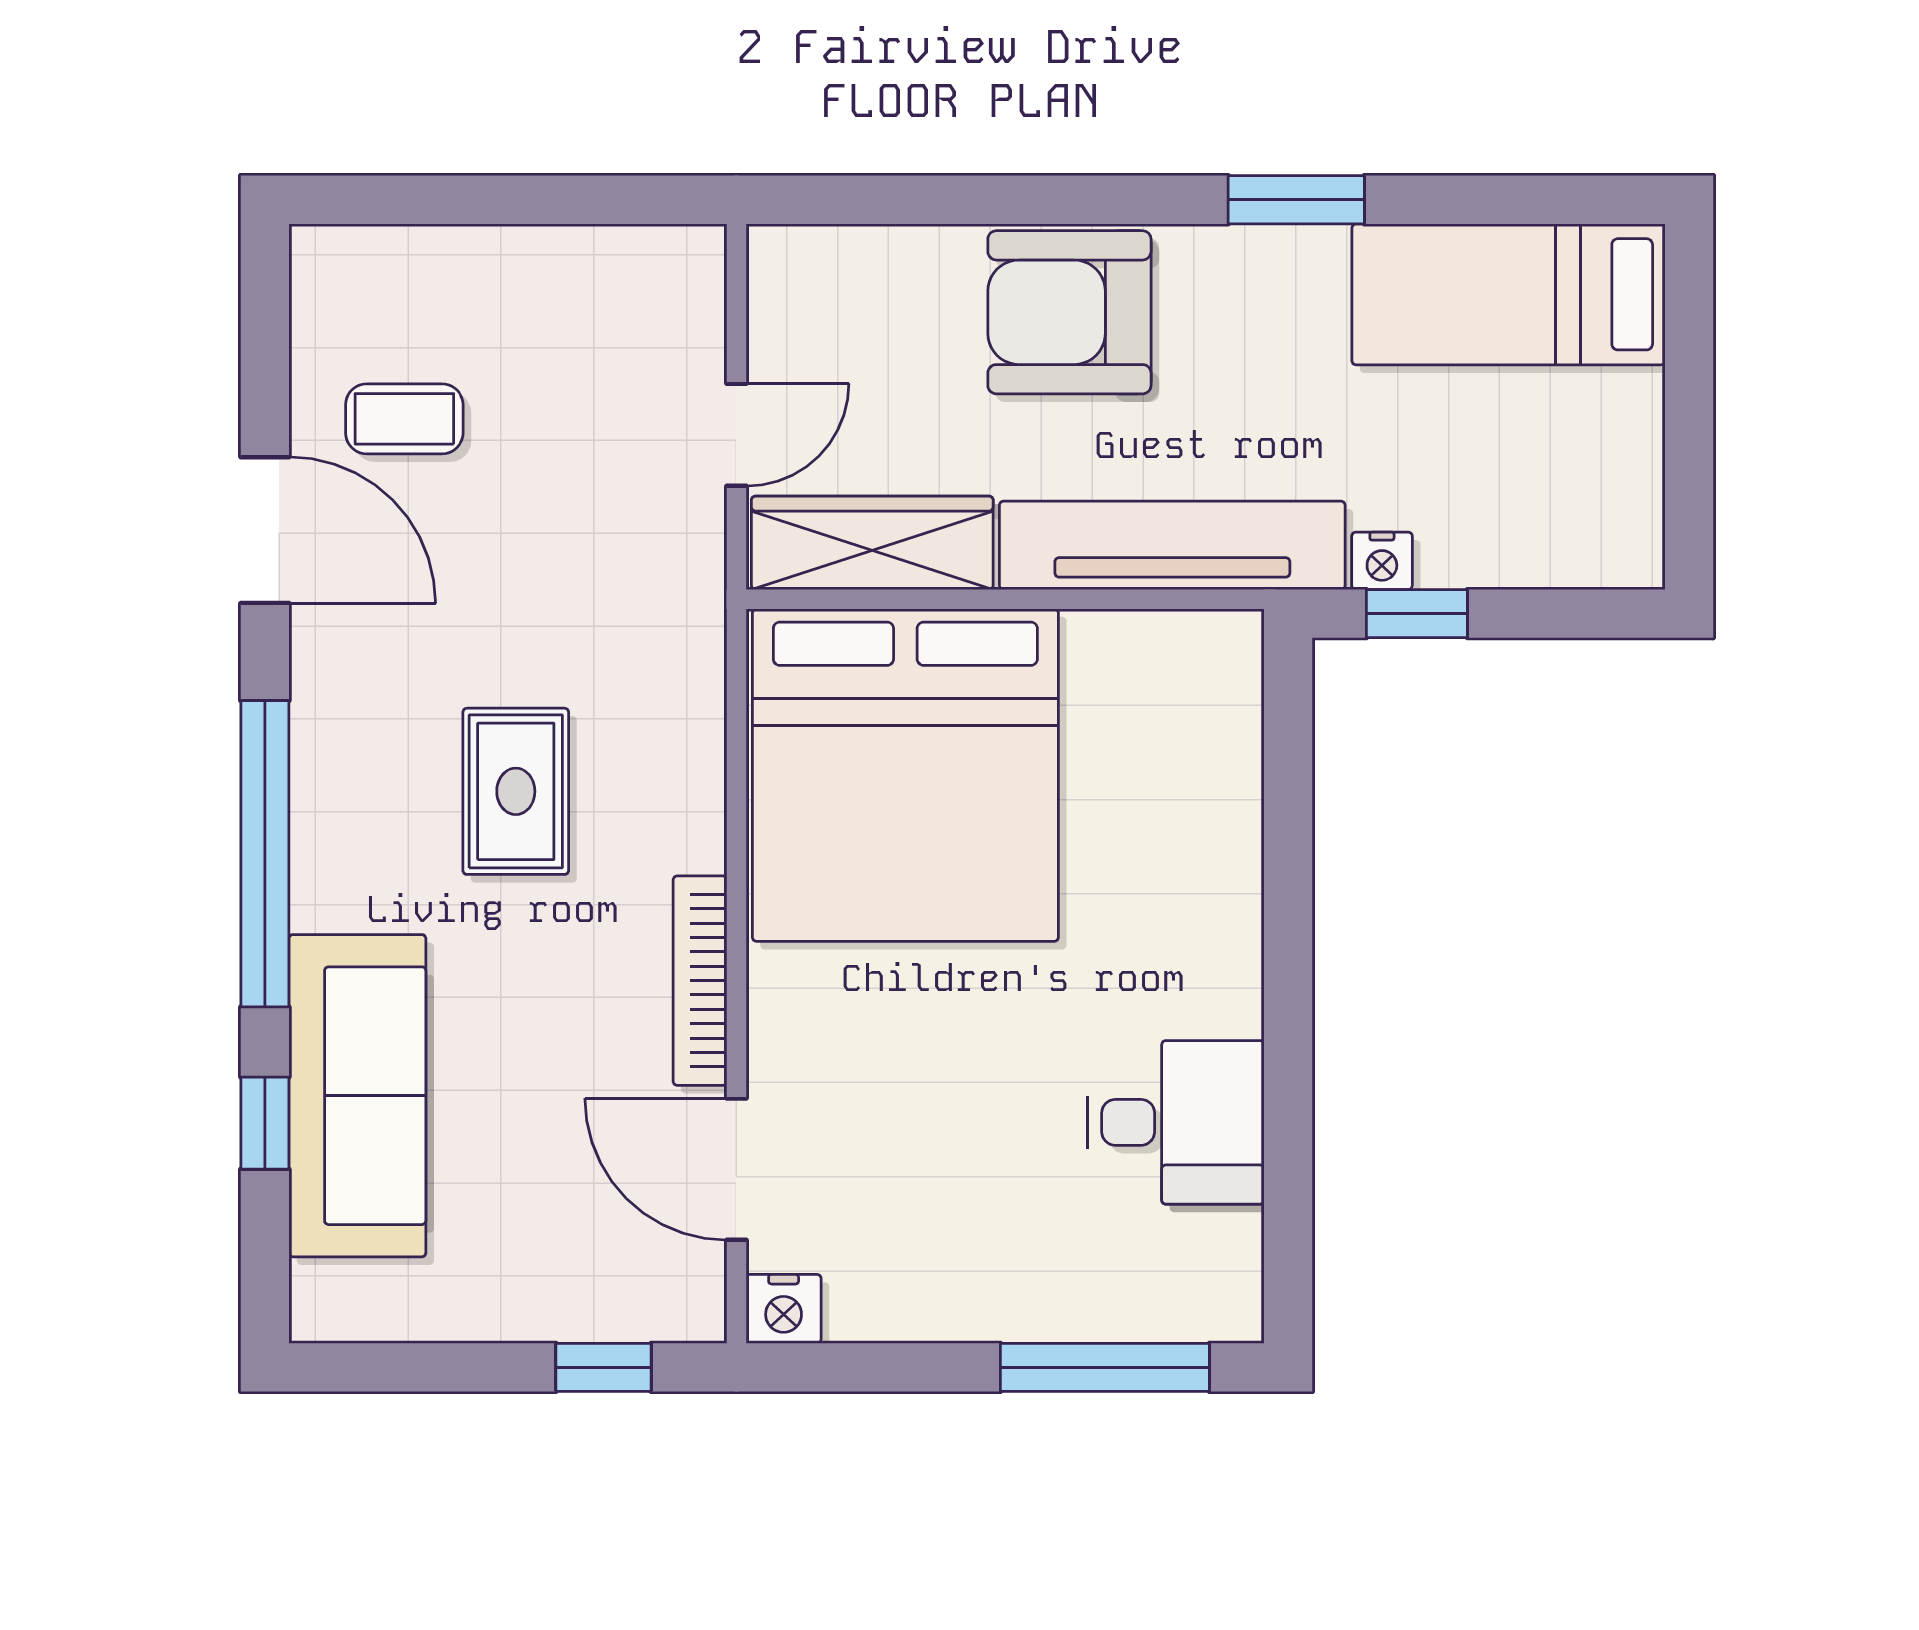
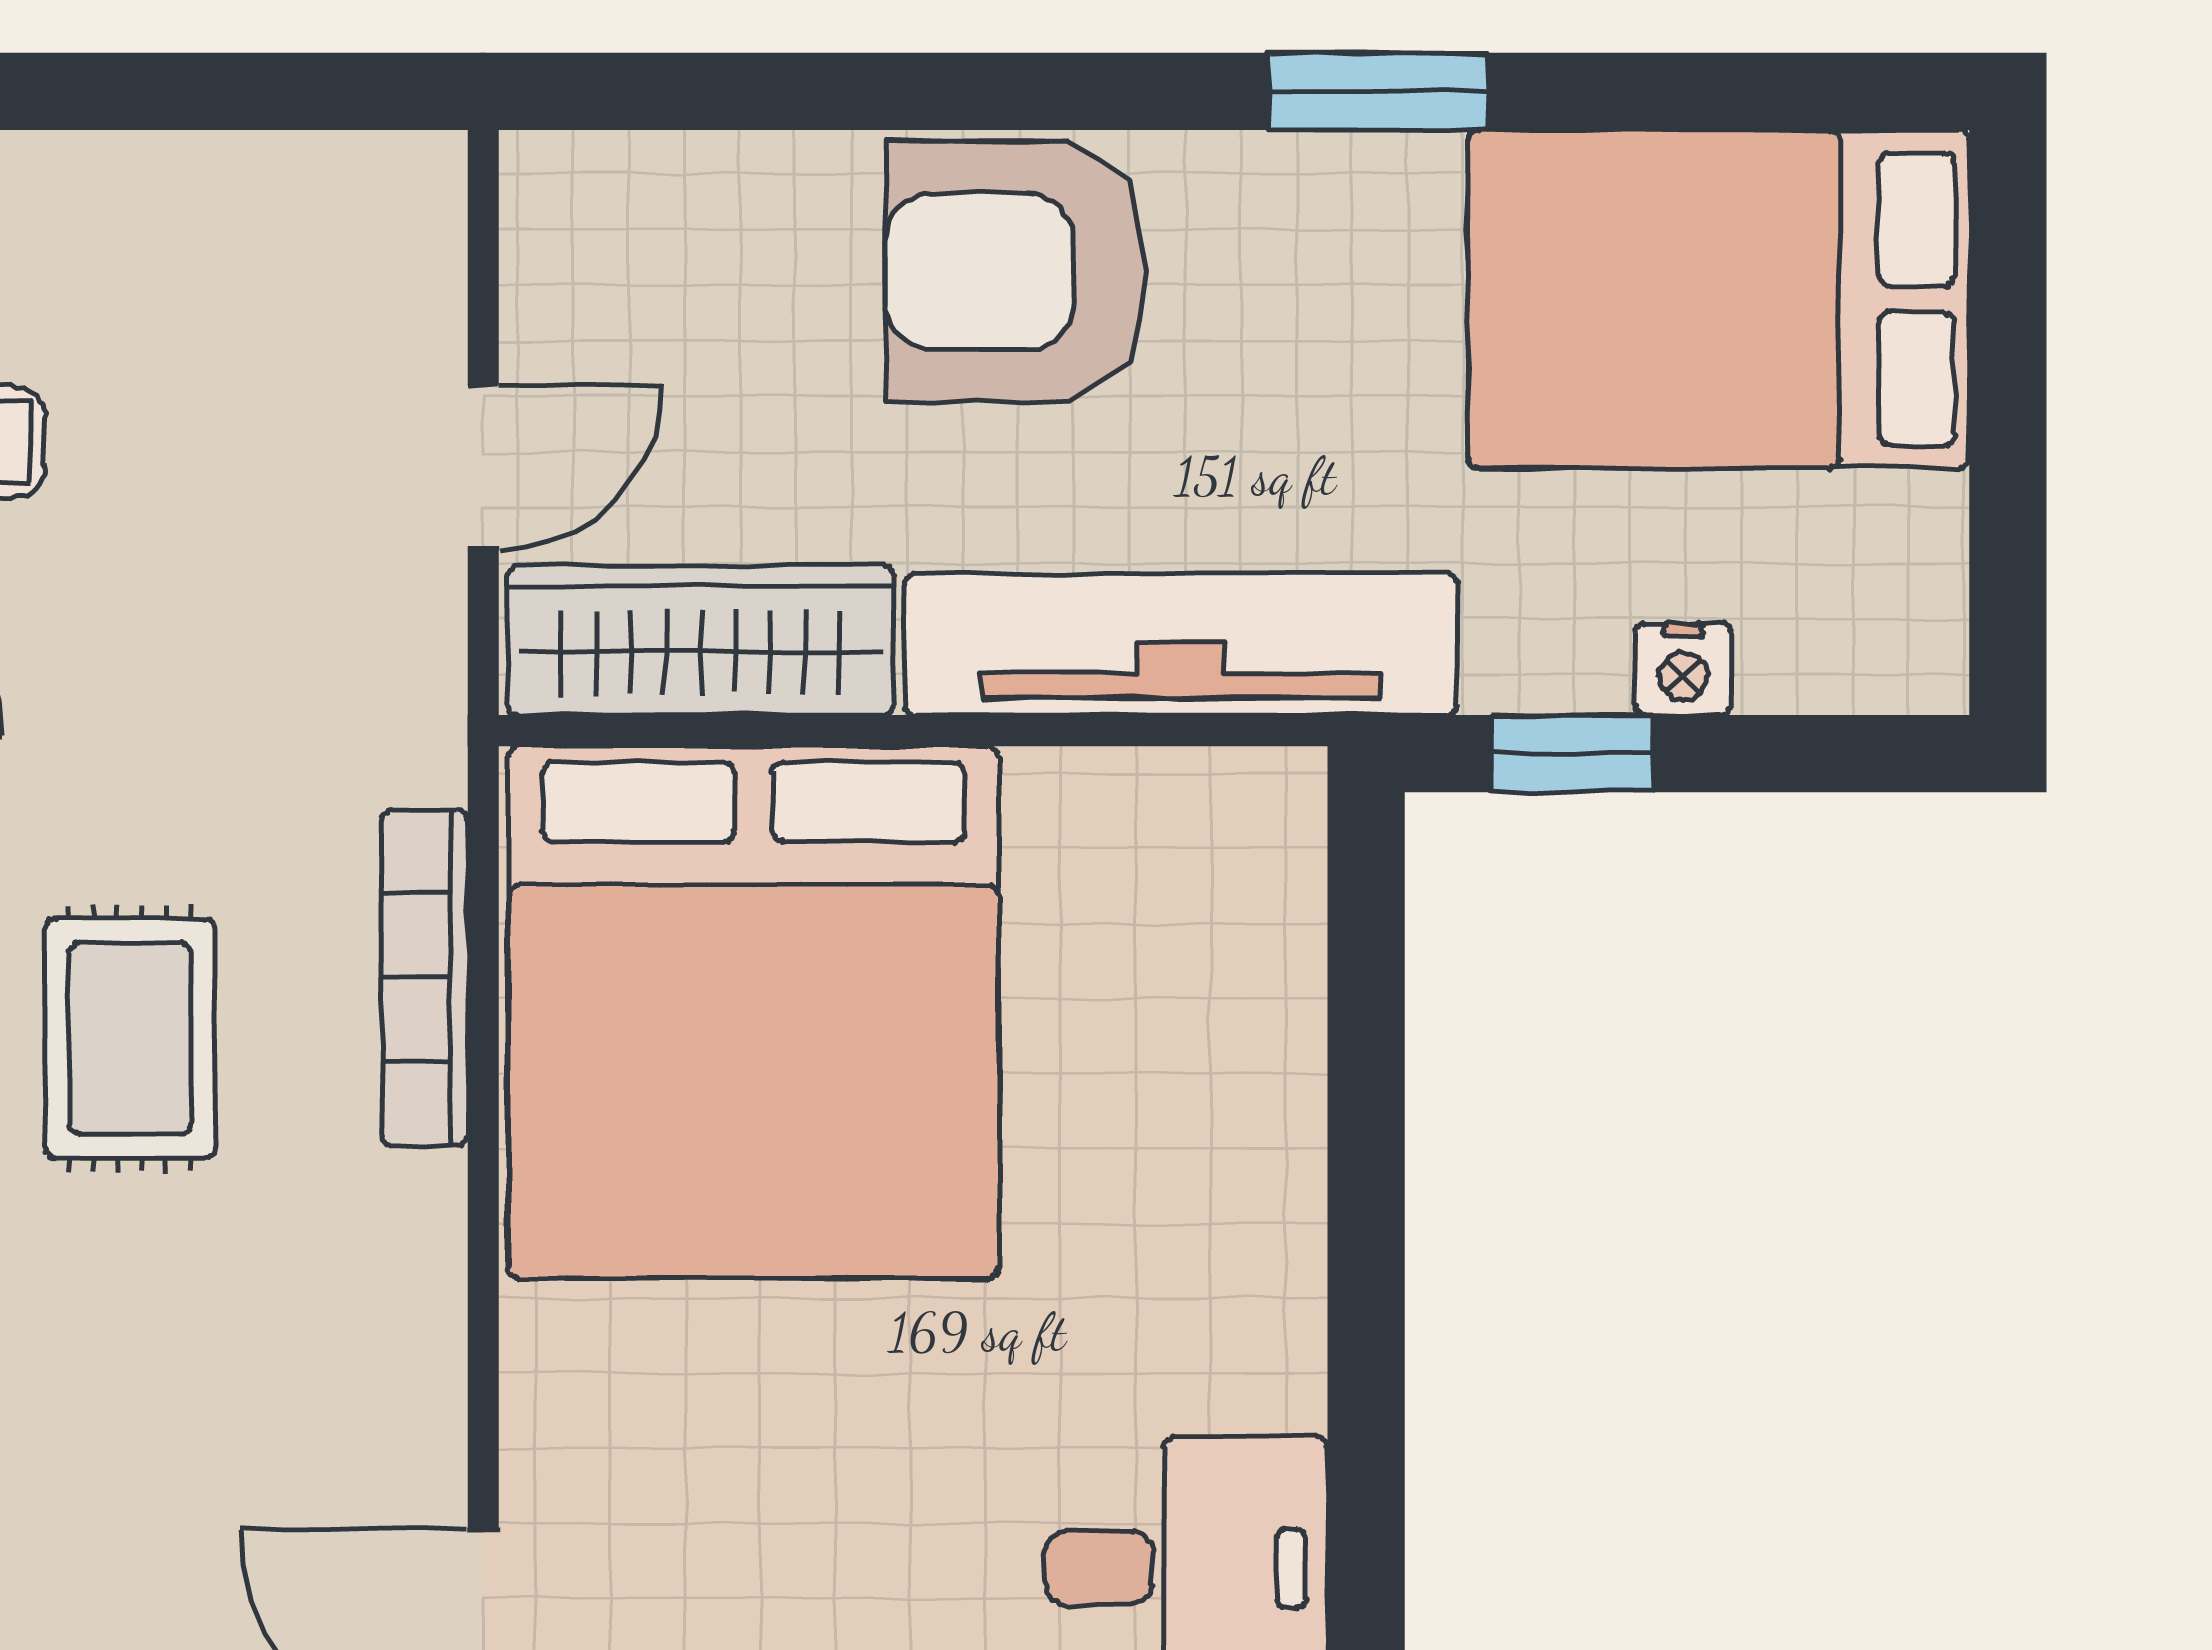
bed: (1508, 294) -> (1719, 299), width x1.50
nightstand: (1382, 561) -> (1683, 669), moved
bookcase: (700, 981) -> (425, 978), moved

